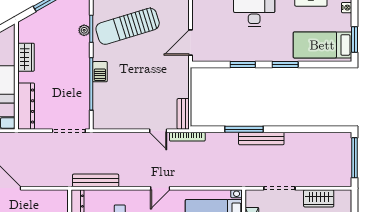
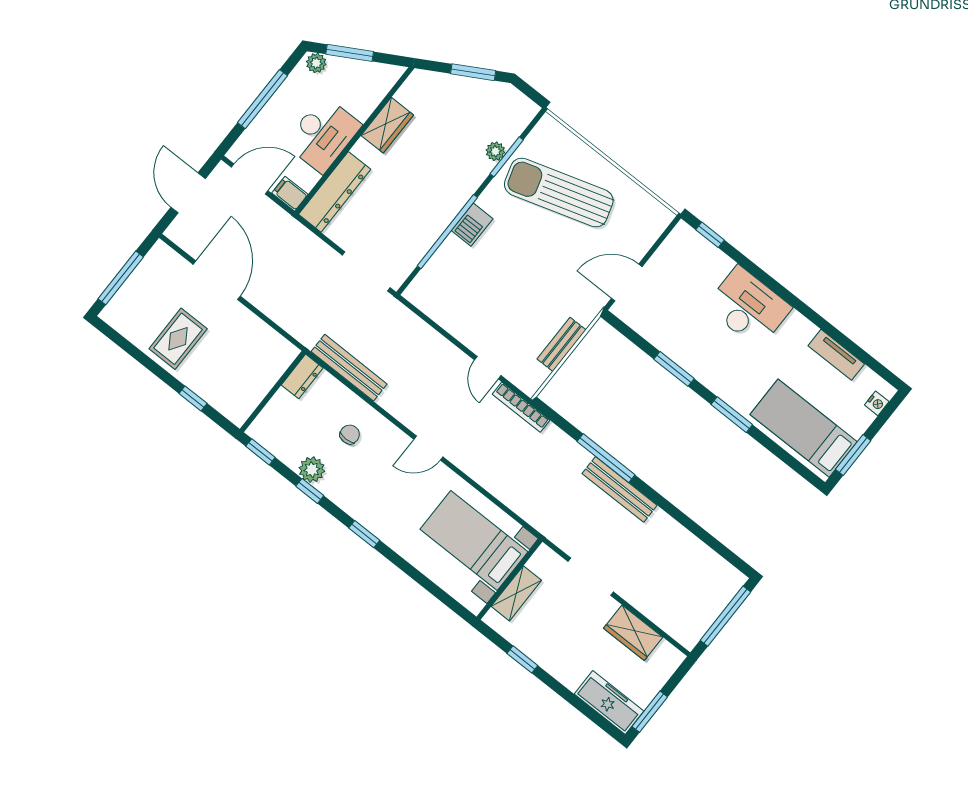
bench: (183, 114) -> (561, 344), moved

